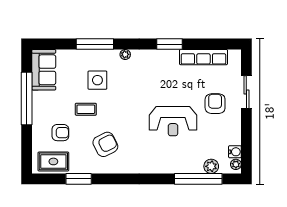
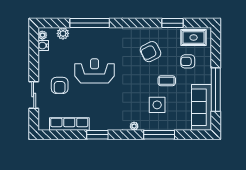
sofa: (44, 70) -> (202, 107), width x1.36
window: (198, 179) -> (90, 23), moved

